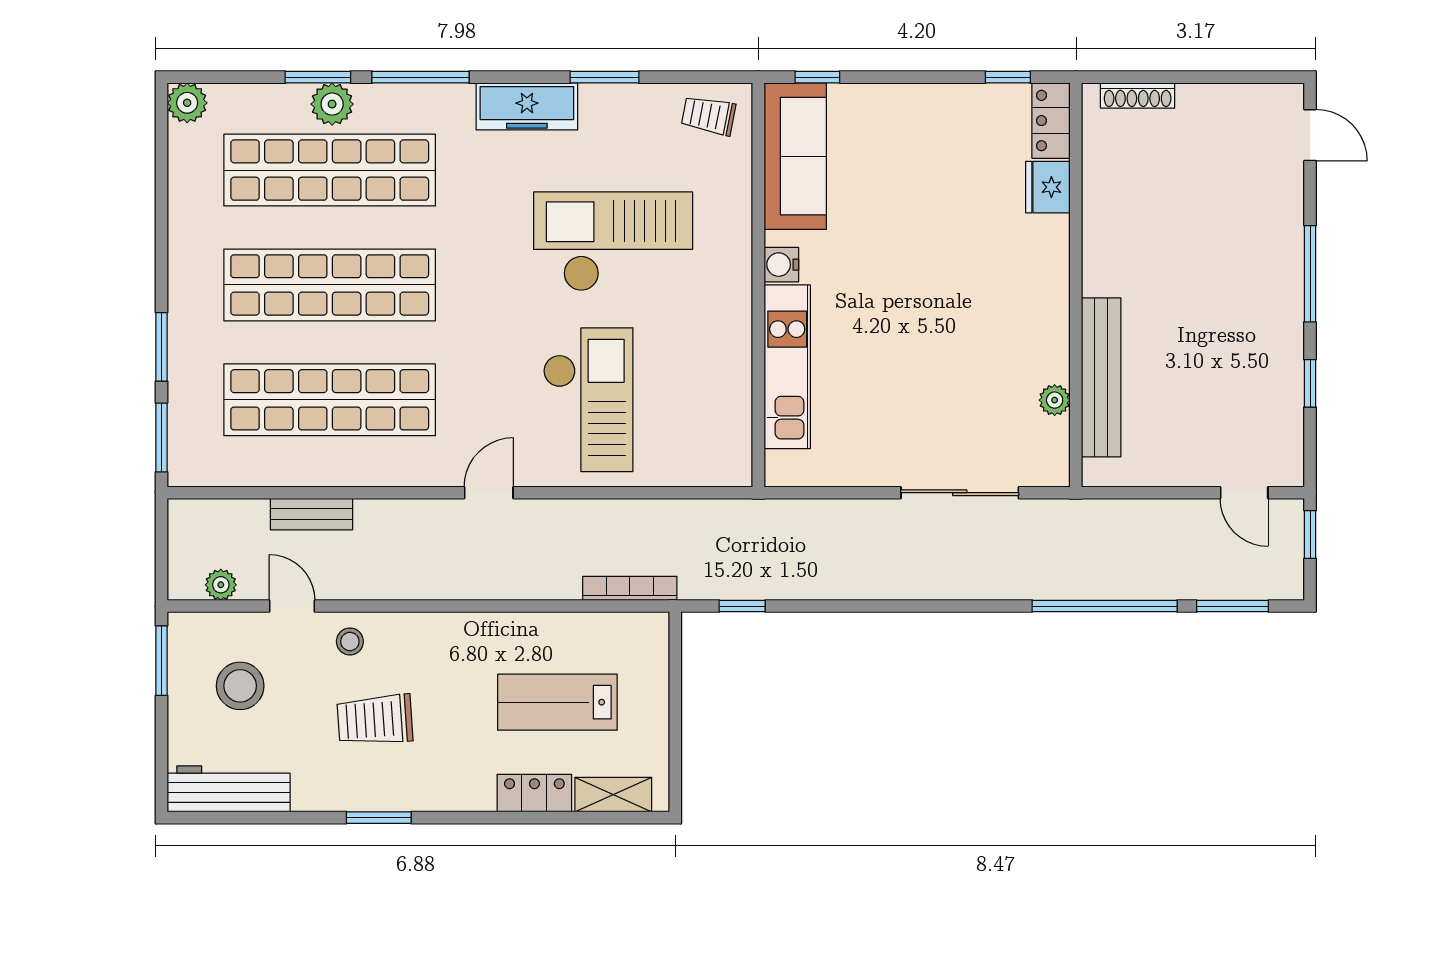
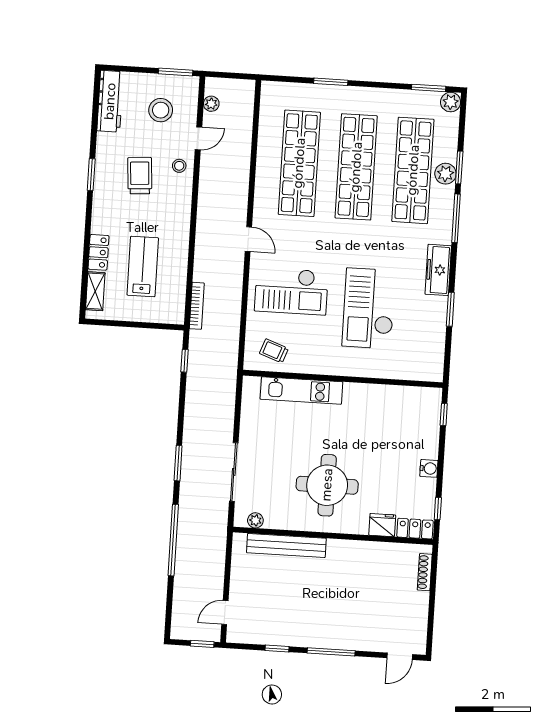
trolley: (709, 116) -> (274, 351), moved, turned -81
sofa: (795, 156) -> (405, 401), removed
checkout: (613, 242) -> (369, 308), turned 180
water cooler: (781, 265) -> (429, 468), moved, turned 90
round table: (975, 303) -> (327, 485), added
plant: (1055, 400) -> (255, 520), moved
window: (161, 437) -> (429, 88), moved
bench: (312, 514) -> (243, 151), removed
window: (1233, 606) -> (178, 463), moved

